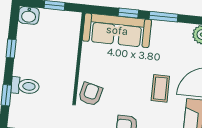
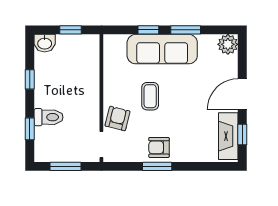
sofa: (117, 30) -> (162, 49), moved
coffee table: (160, 88) -> (150, 96), moved

